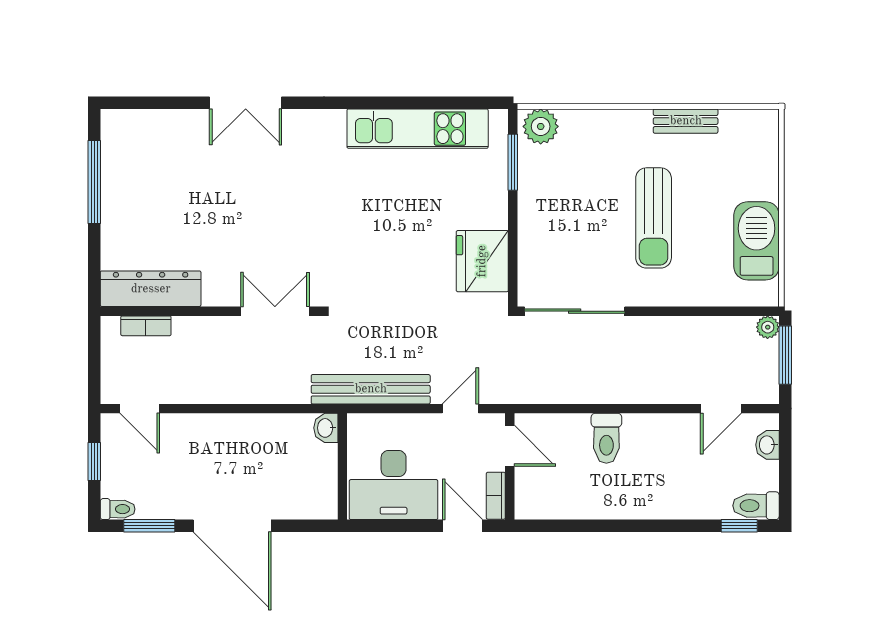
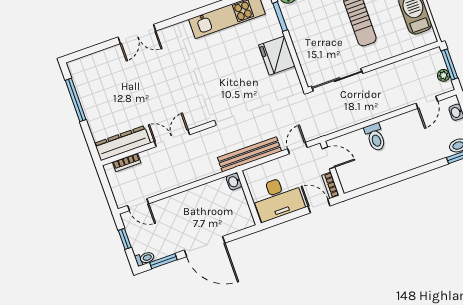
fridge: (482, 261) -> (277, 56), moved
double door: (275, 311) -> (172, 138), moved
plant: (768, 327) -> (444, 75), moved

